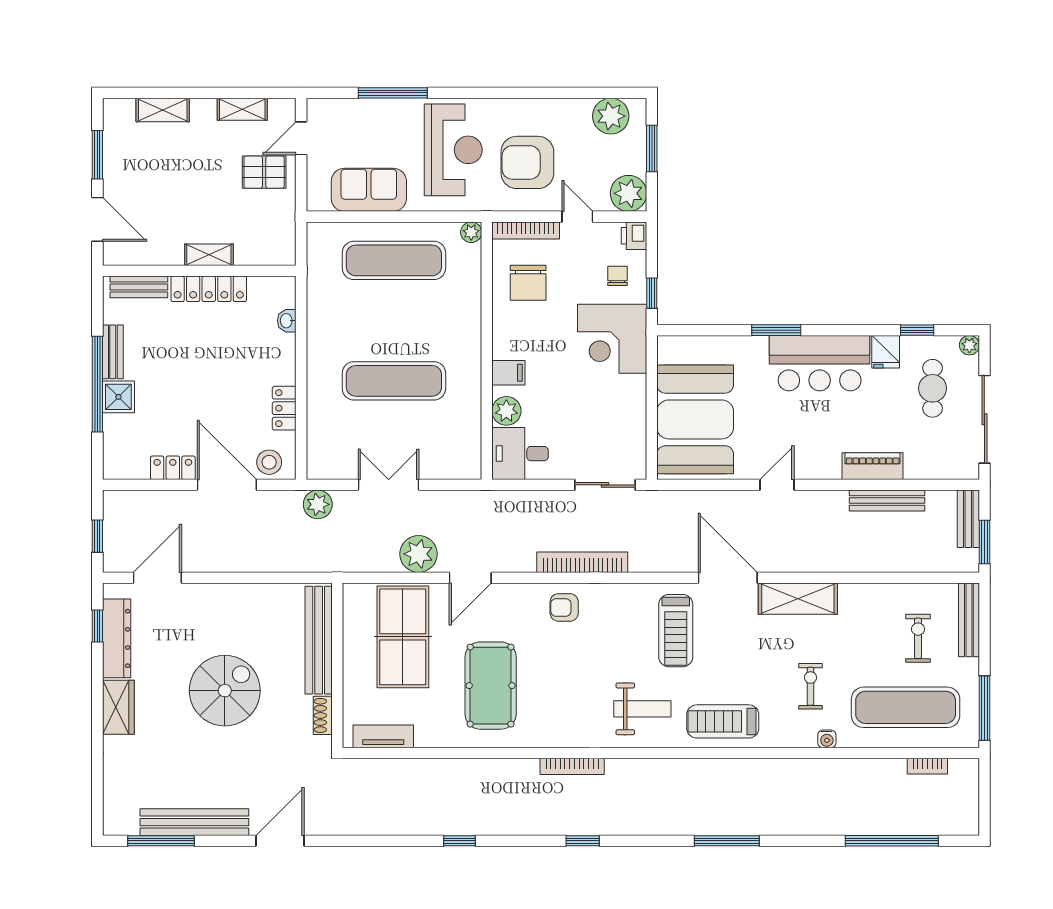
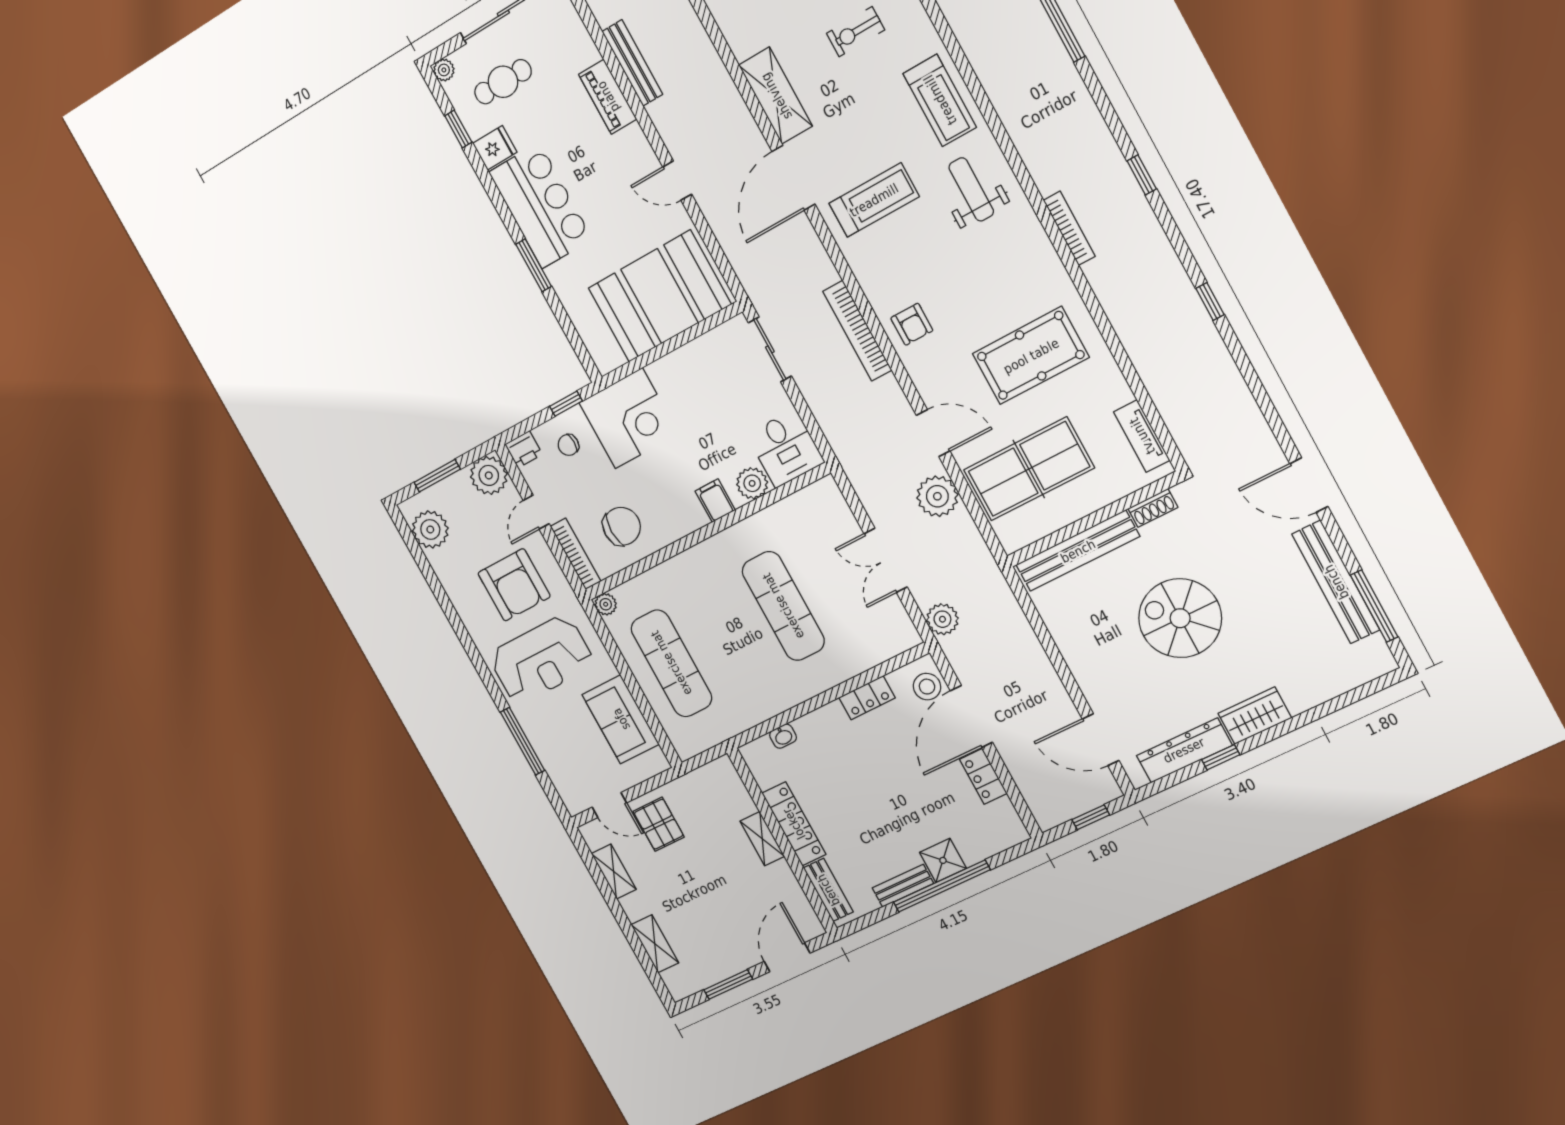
reception desk: (453, 150) -> (541, 660), turned 180
window: (97, 626) -> (1221, 757), moved

